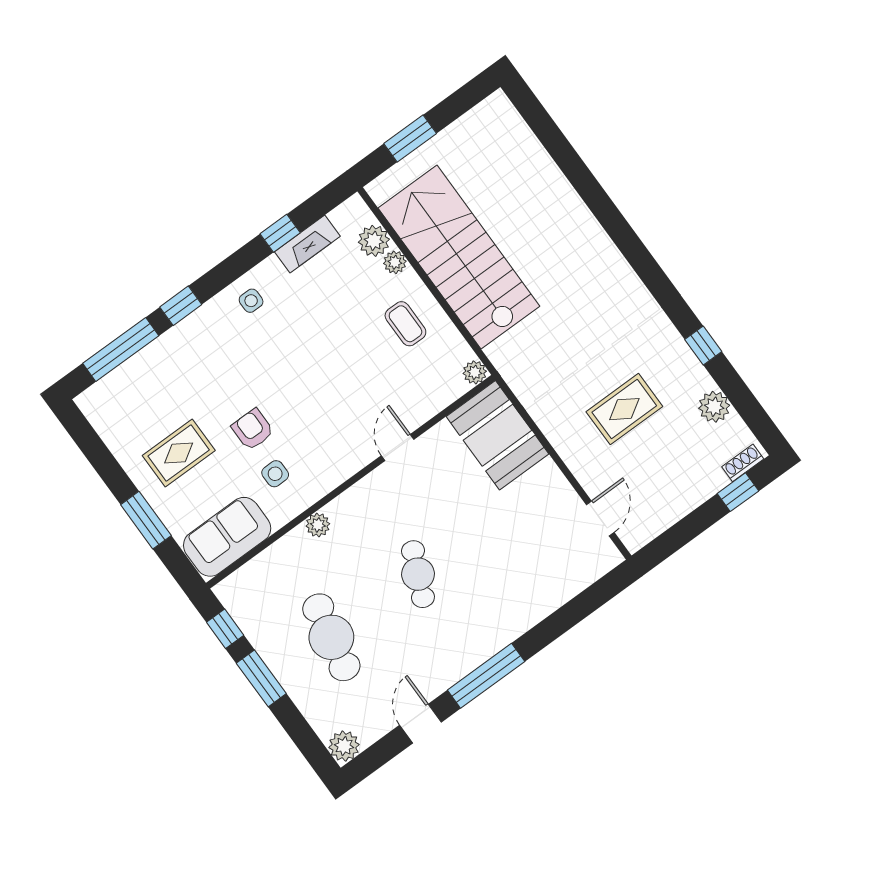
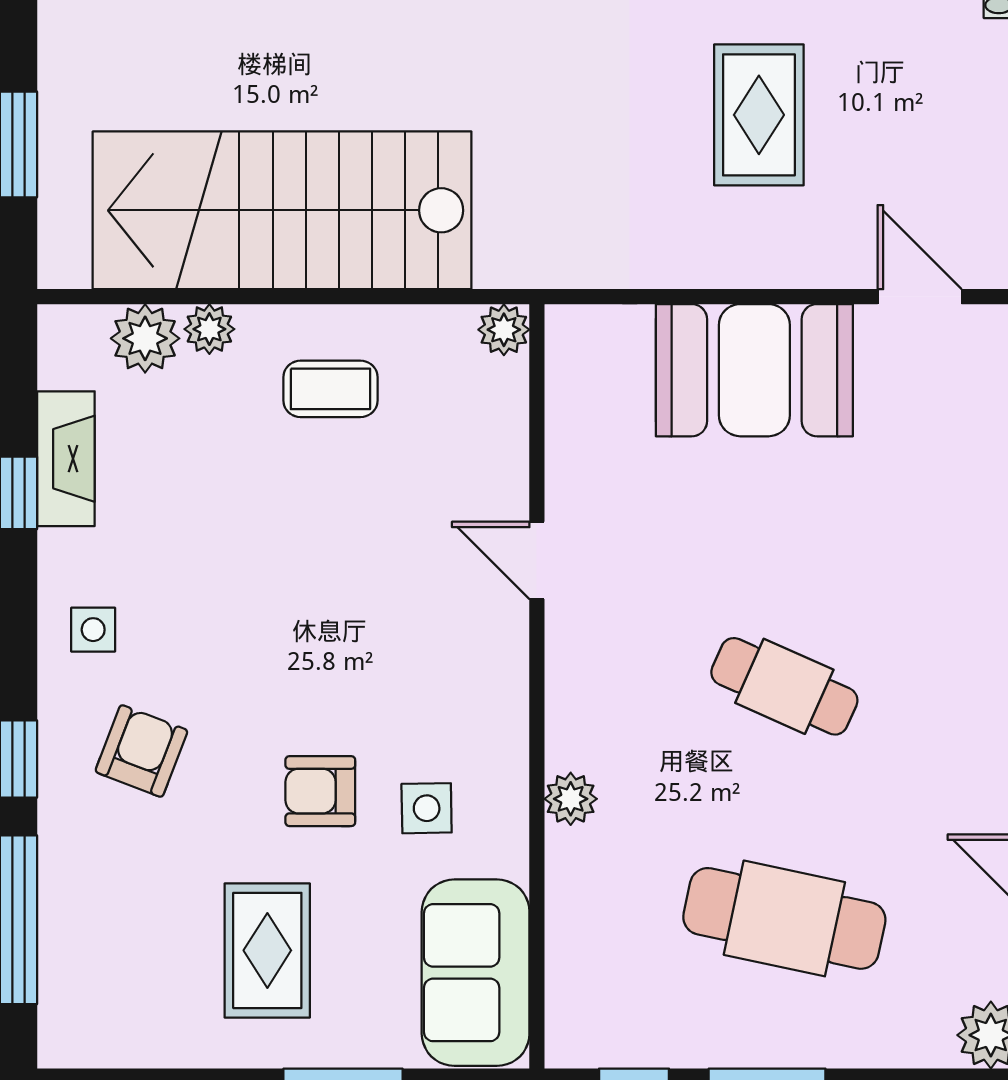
armchair: (219, 352) -> (141, 751), added
booth: (497, 435) -> (754, 370), moved

